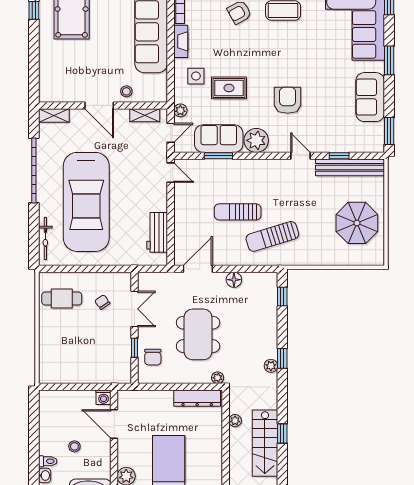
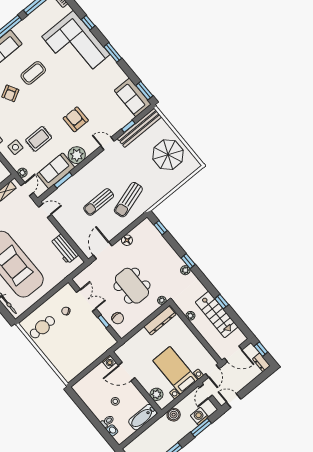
sofa: (370, 97) -> (133, 97), moved

